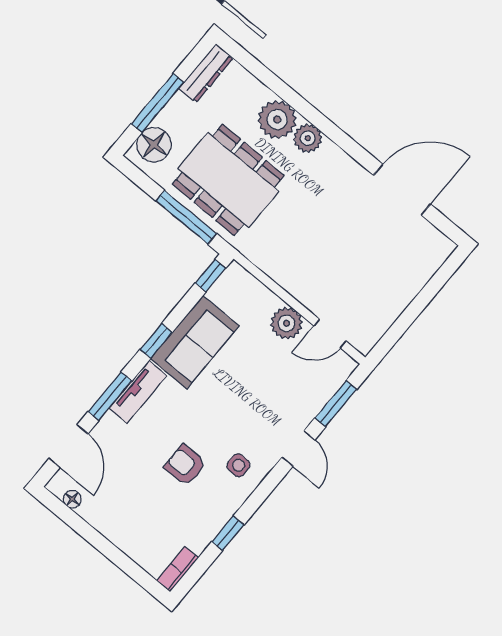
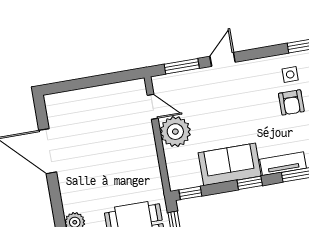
plant: (287, 323) -> (175, 132), width x1.36, depth x1.36
side table: (238, 465) -> (290, 74), moved

